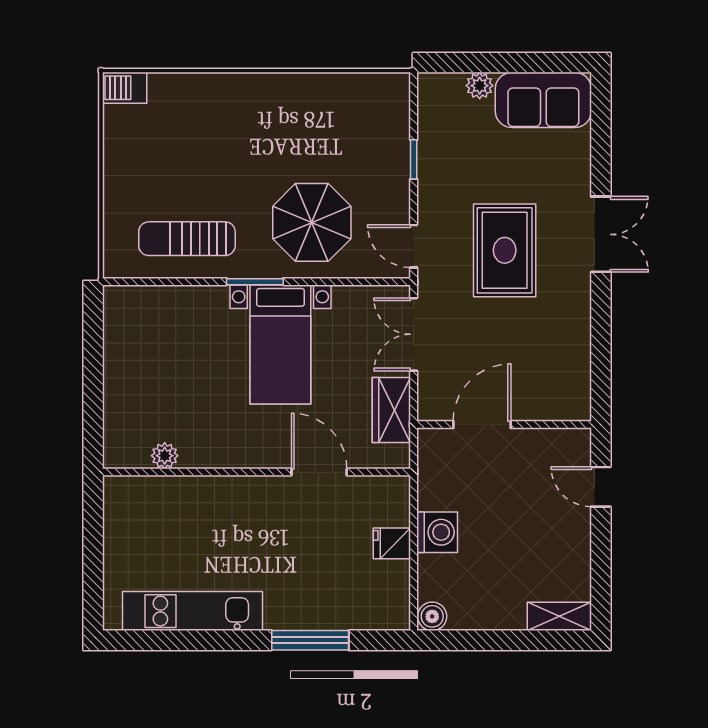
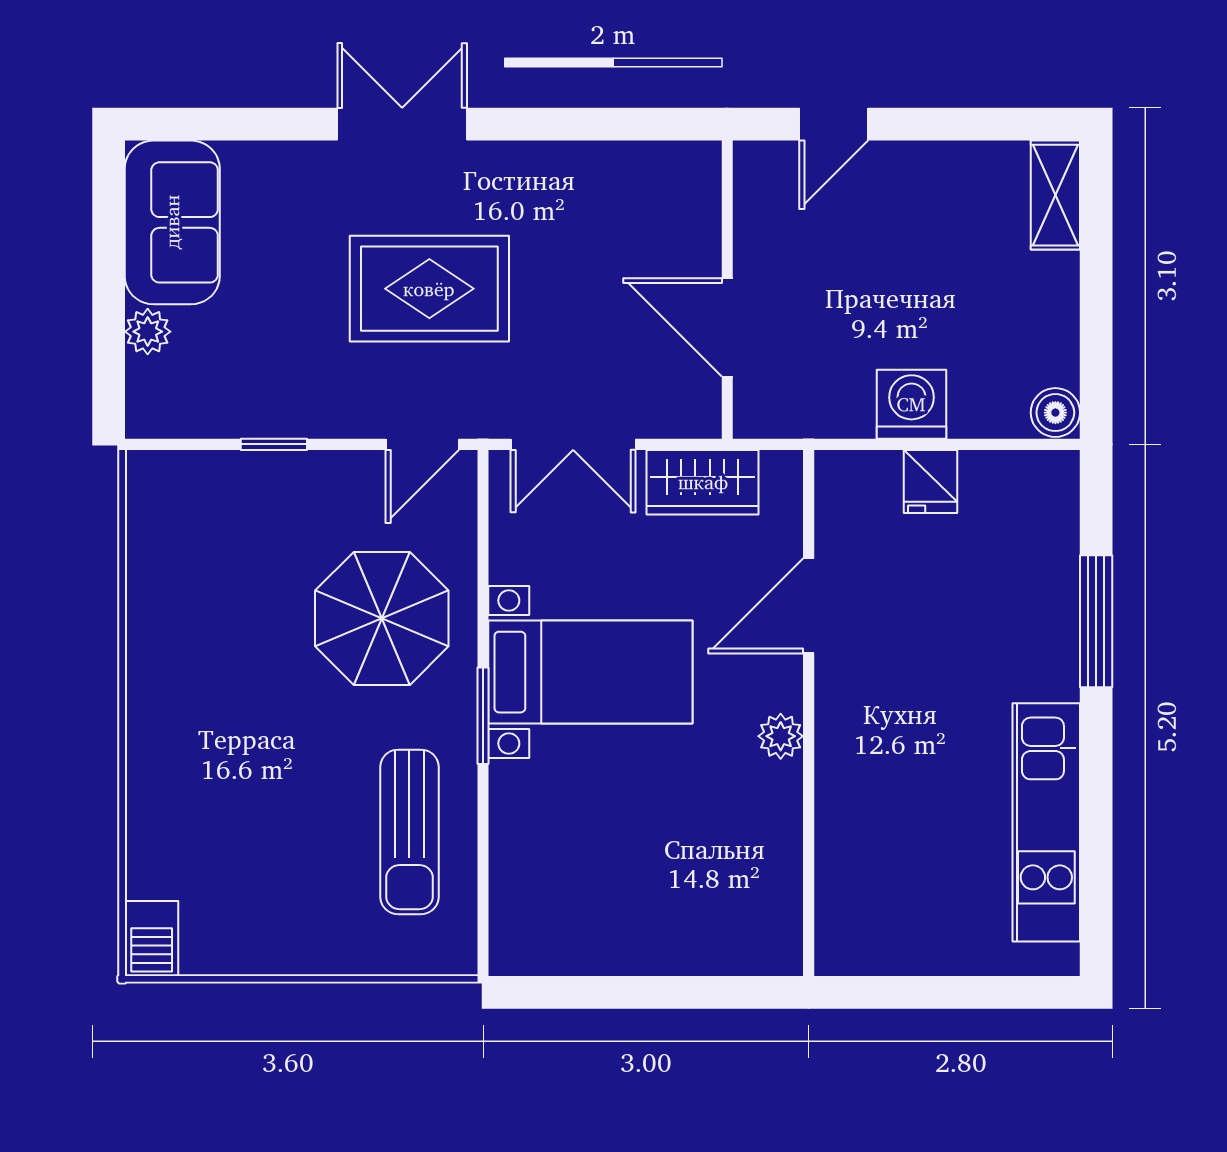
plant: (165, 456) -> (781, 736), moved

